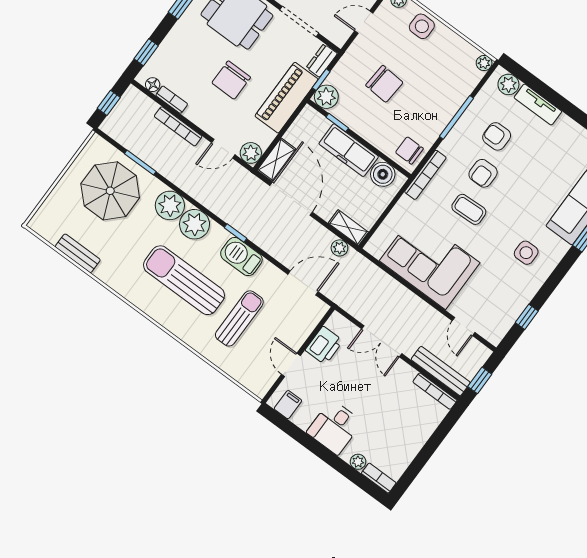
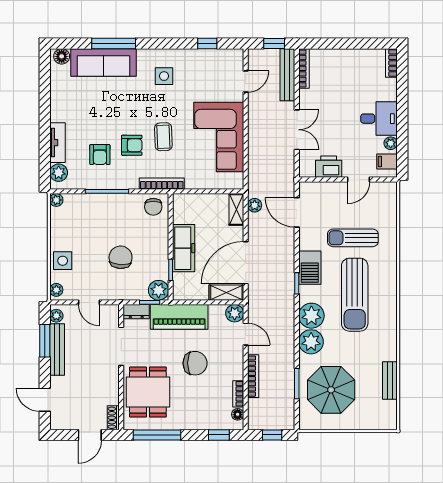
boiler: (383, 174) -> (183, 213), removed
plant: (358, 462) -> (391, 143), moved

